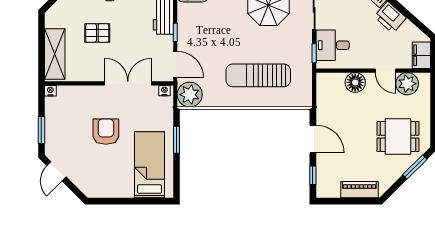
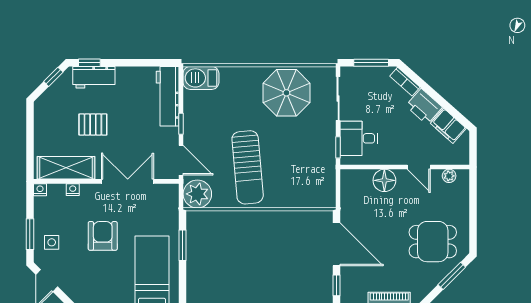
shelving: (55, 54) -> (66, 168), moved, turned 90
filing cabinet: (421, 55) -> (448, 126), moved, turned -48
sun lounger: (258, 75) -> (248, 167), moved, turned -95
plant: (407, 84) -> (449, 176), width x0.53, depth x0.53
nightstand: (164, 91) -> (73, 190), moved
side table: (61, 137) -> (52, 242), added
door: (313, 139) -> (337, 244), width x1.36

